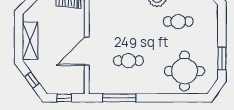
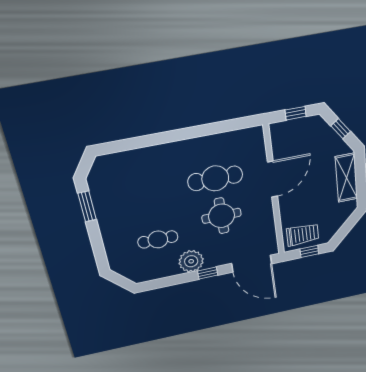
cafe table: (128, 61) -> (215, 178), width x1.37, depth x1.35
round table: (185, 71) -> (222, 216), moved, width x0.73, depth x0.73
window: (119, 98) -> (220, 127), removed

